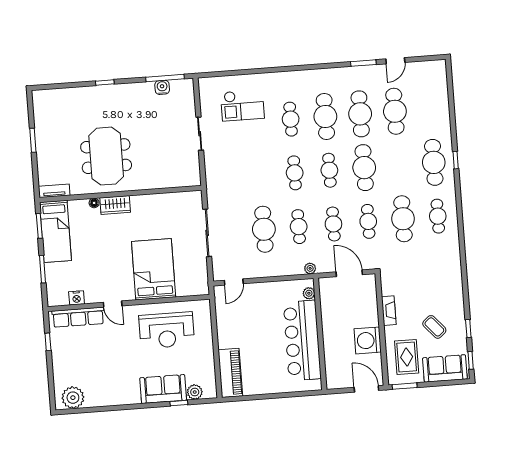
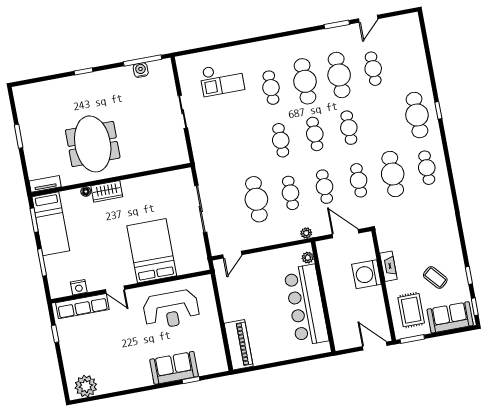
cafe table: (395, 111) -> (373, 69), width x0.73, depth x0.74
cafe table: (364, 168) -> (349, 128), width x0.73, depth x0.74
washing machine: (368, 340) -> (366, 274), moved
plant: (195, 392) -> (206, 368), removed

